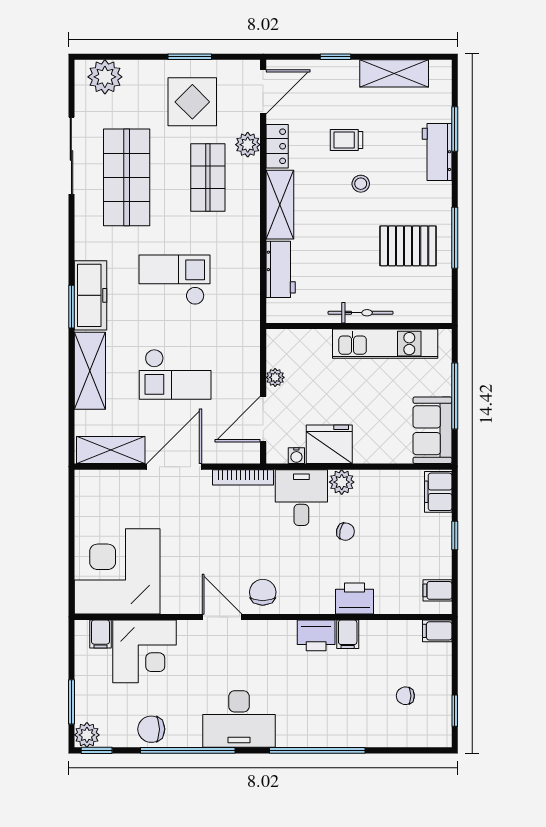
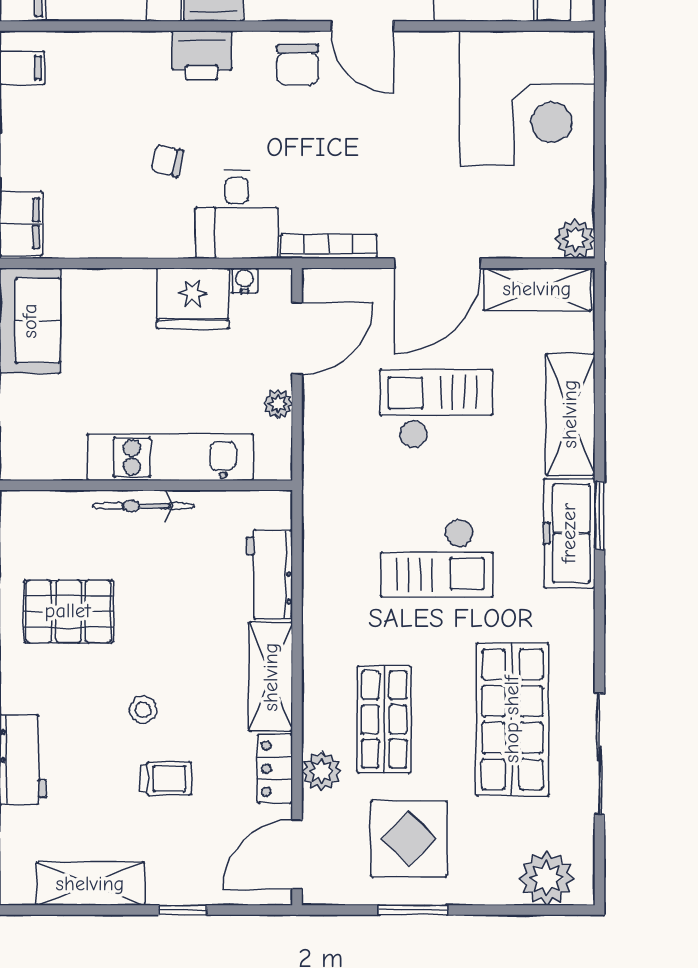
kitchen unit: (385, 344) -> (170, 457), moved
plant: (342, 482) -> (575, 239), moved
printer: (355, 598) -> (202, 55), moved

